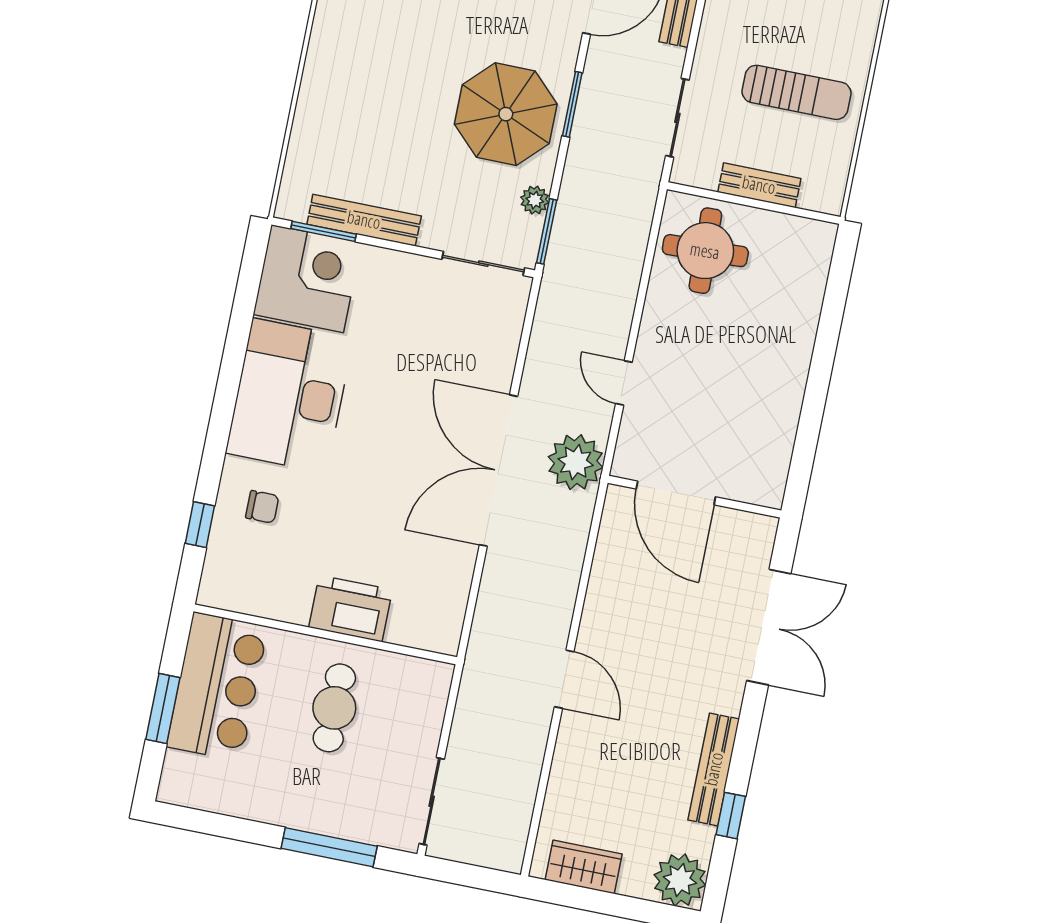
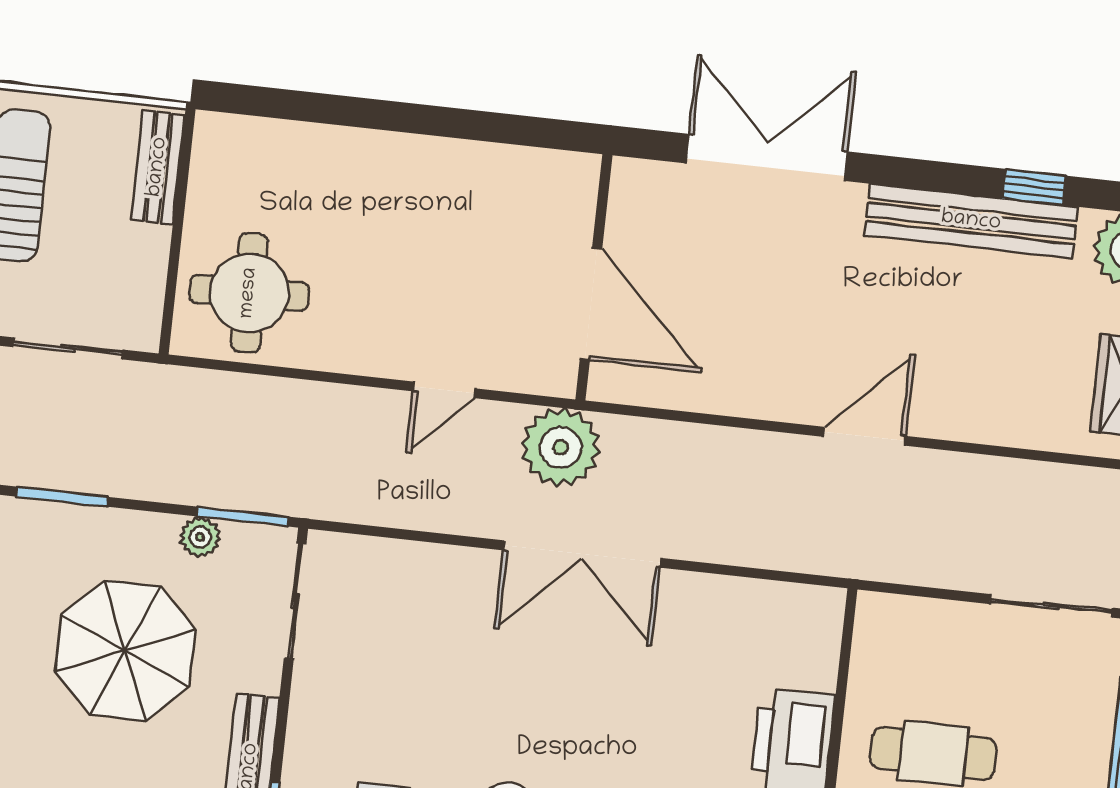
parasol: (506, 114) -> (125, 651), moved
bench: (759, 185) -> (158, 167), moved
double door: (498, 471) -> (582, 554), width x0.73
door: (676, 493) -> (591, 304), hinge flipped
bench: (714, 769) -> (971, 221), width x1.37, depth x1.21

